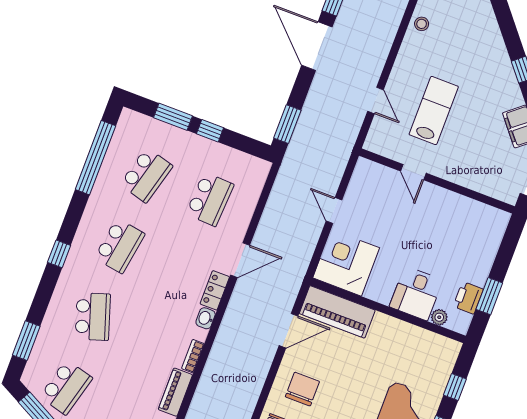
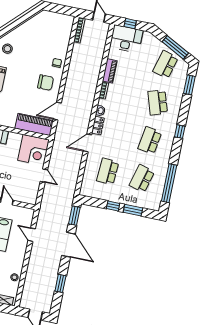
door: (317, 46) -> (68, 245), moved
chair: (302, 389) -> (46, 83), turned -90

